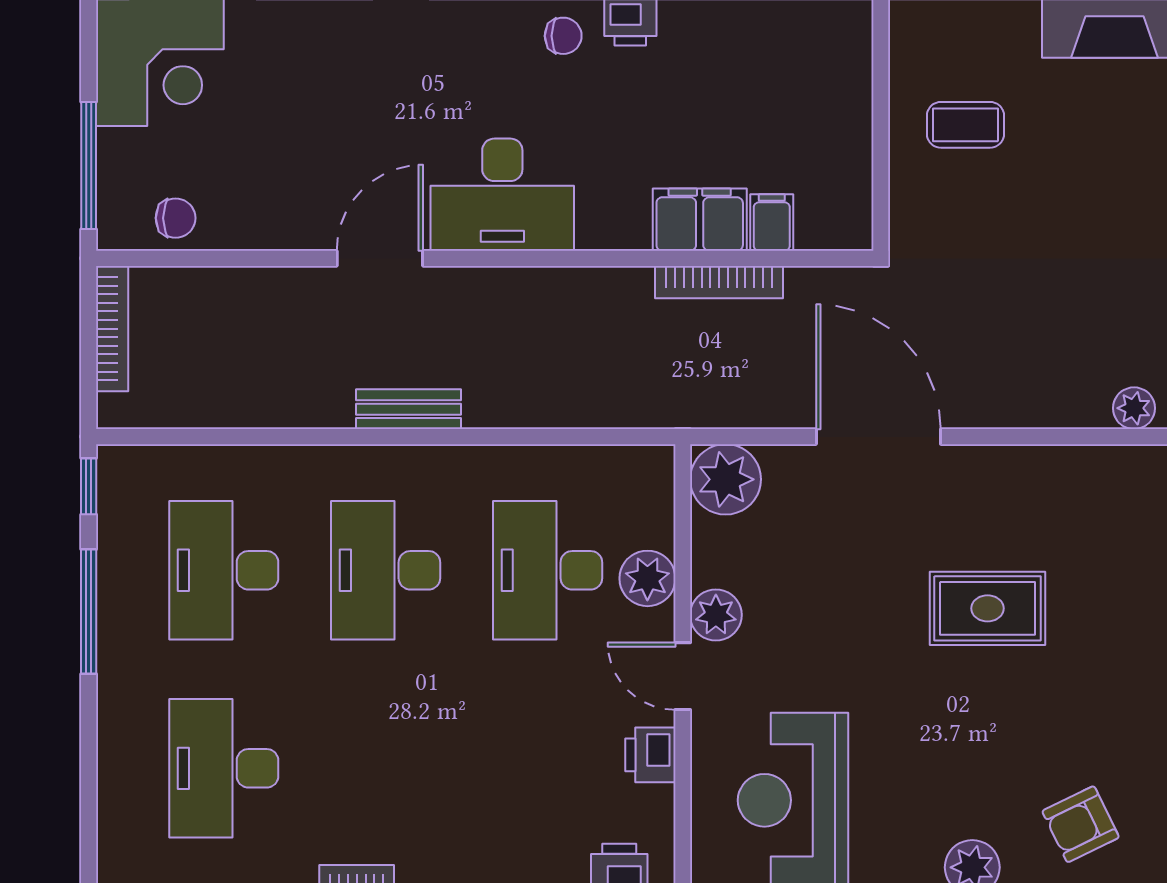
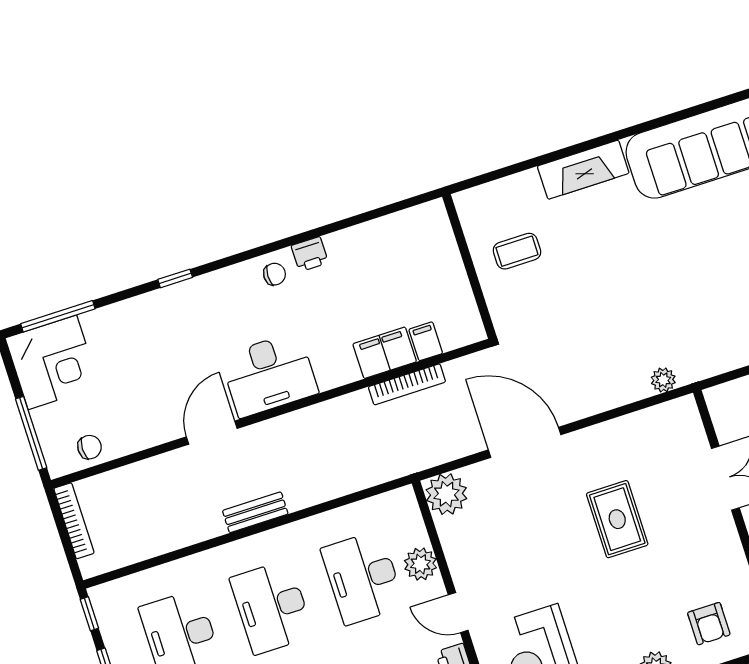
rug: (988, 608) -> (617, 519), turned 90
plant: (716, 615) -> (466, 572), removed
armchair: (1081, 824) -> (709, 624), turned -64

